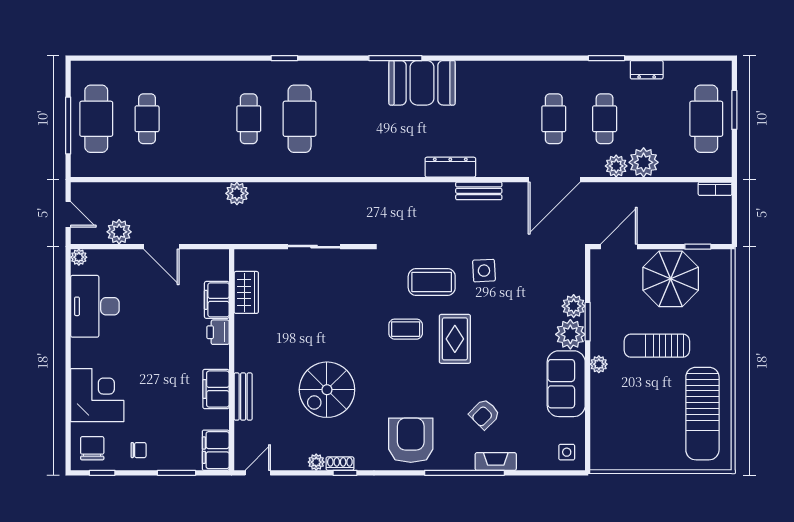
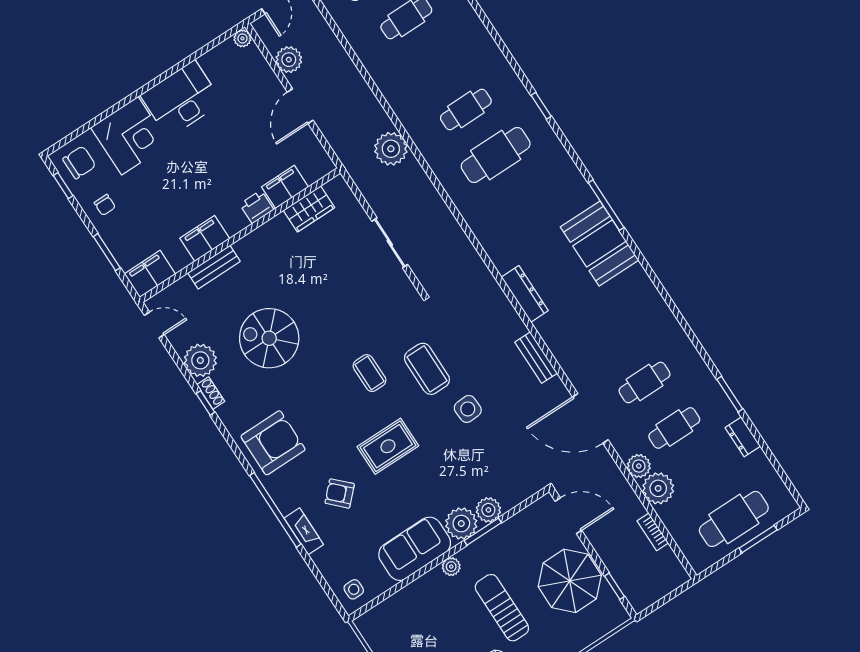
dresser: (450, 167) -> (525, 294), moved
bookcase: (715, 189) -> (653, 532), moved
plant: (237, 193) -> (391, 149), width x1.36, depth x1.36
desk: (95, 306) -> (181, 99), moved
rug: (455, 339) -> (388, 446), moved
plant: (316, 462) -> (200, 360), width x1.88, depth x1.88

